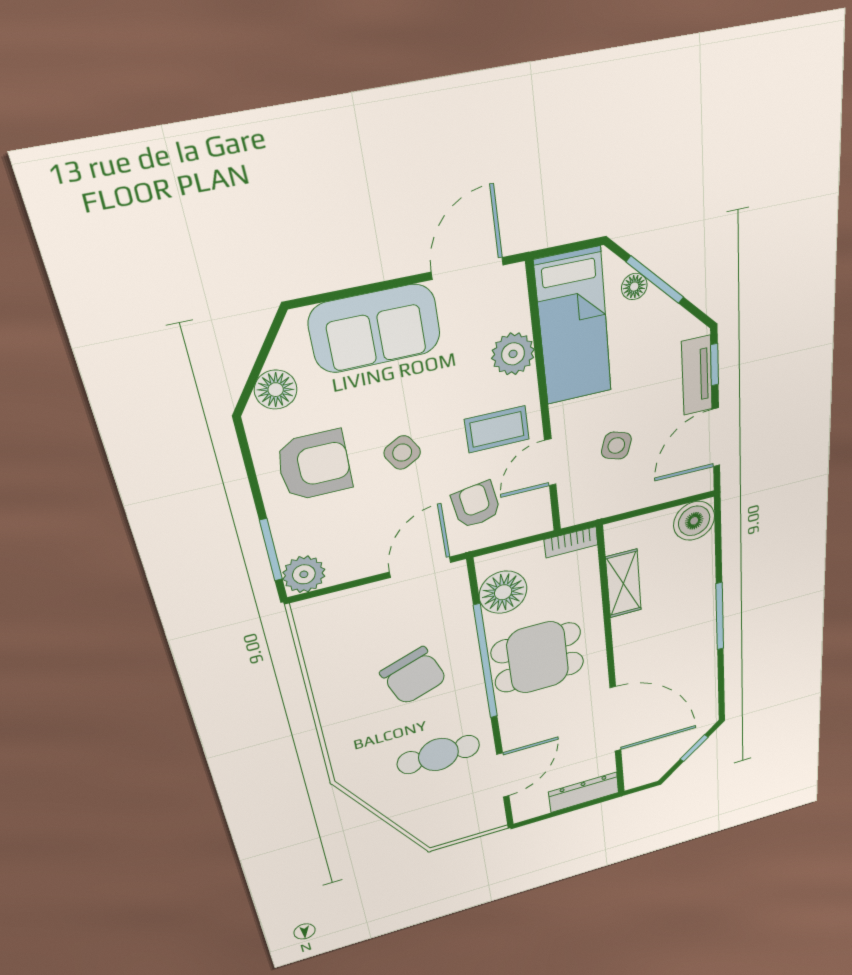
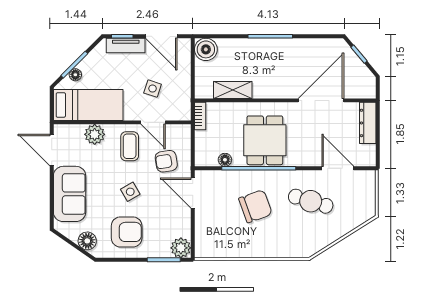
armchair: (314, 465) -> (127, 232), turned 90
floor lamp: (503, 592) -> (225, 160), width x0.53, depth x0.53
cafe table: (438, 755) -> (311, 201), turned -73

